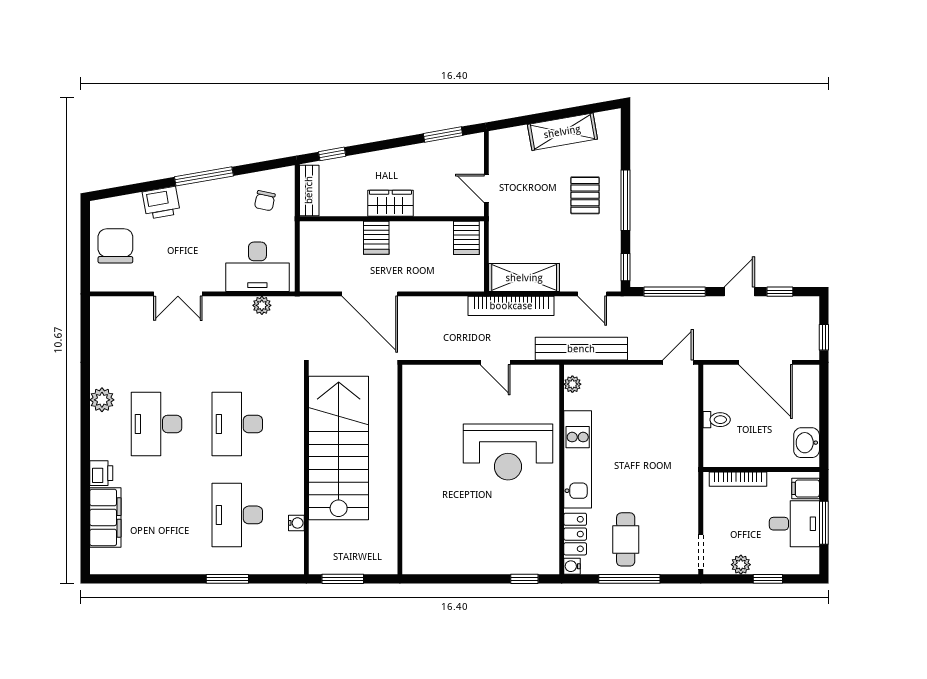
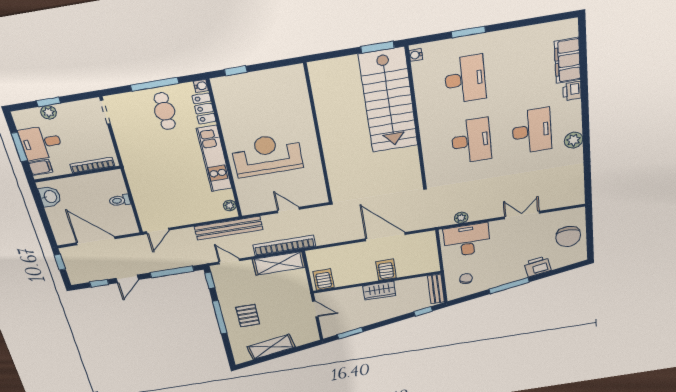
stairs: (339, 448) -> (388, 101), moved
wall: (400, 469) -> (318, 135), moved
water cooler: (296, 523) -> (416, 55), moved
plant: (741, 565) -> (49, 112), moved

